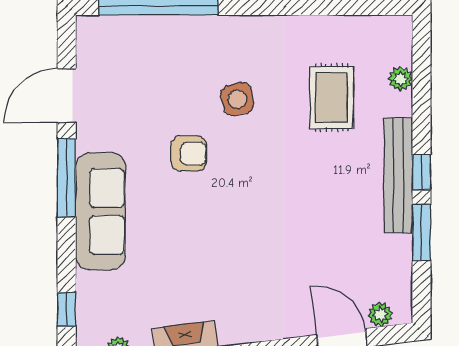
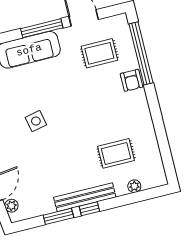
rug: (139, 83) -> (99, 53), added
side table: (237, 99) -> (36, 121), moved
armchair: (189, 154) -> (131, 80), moved

